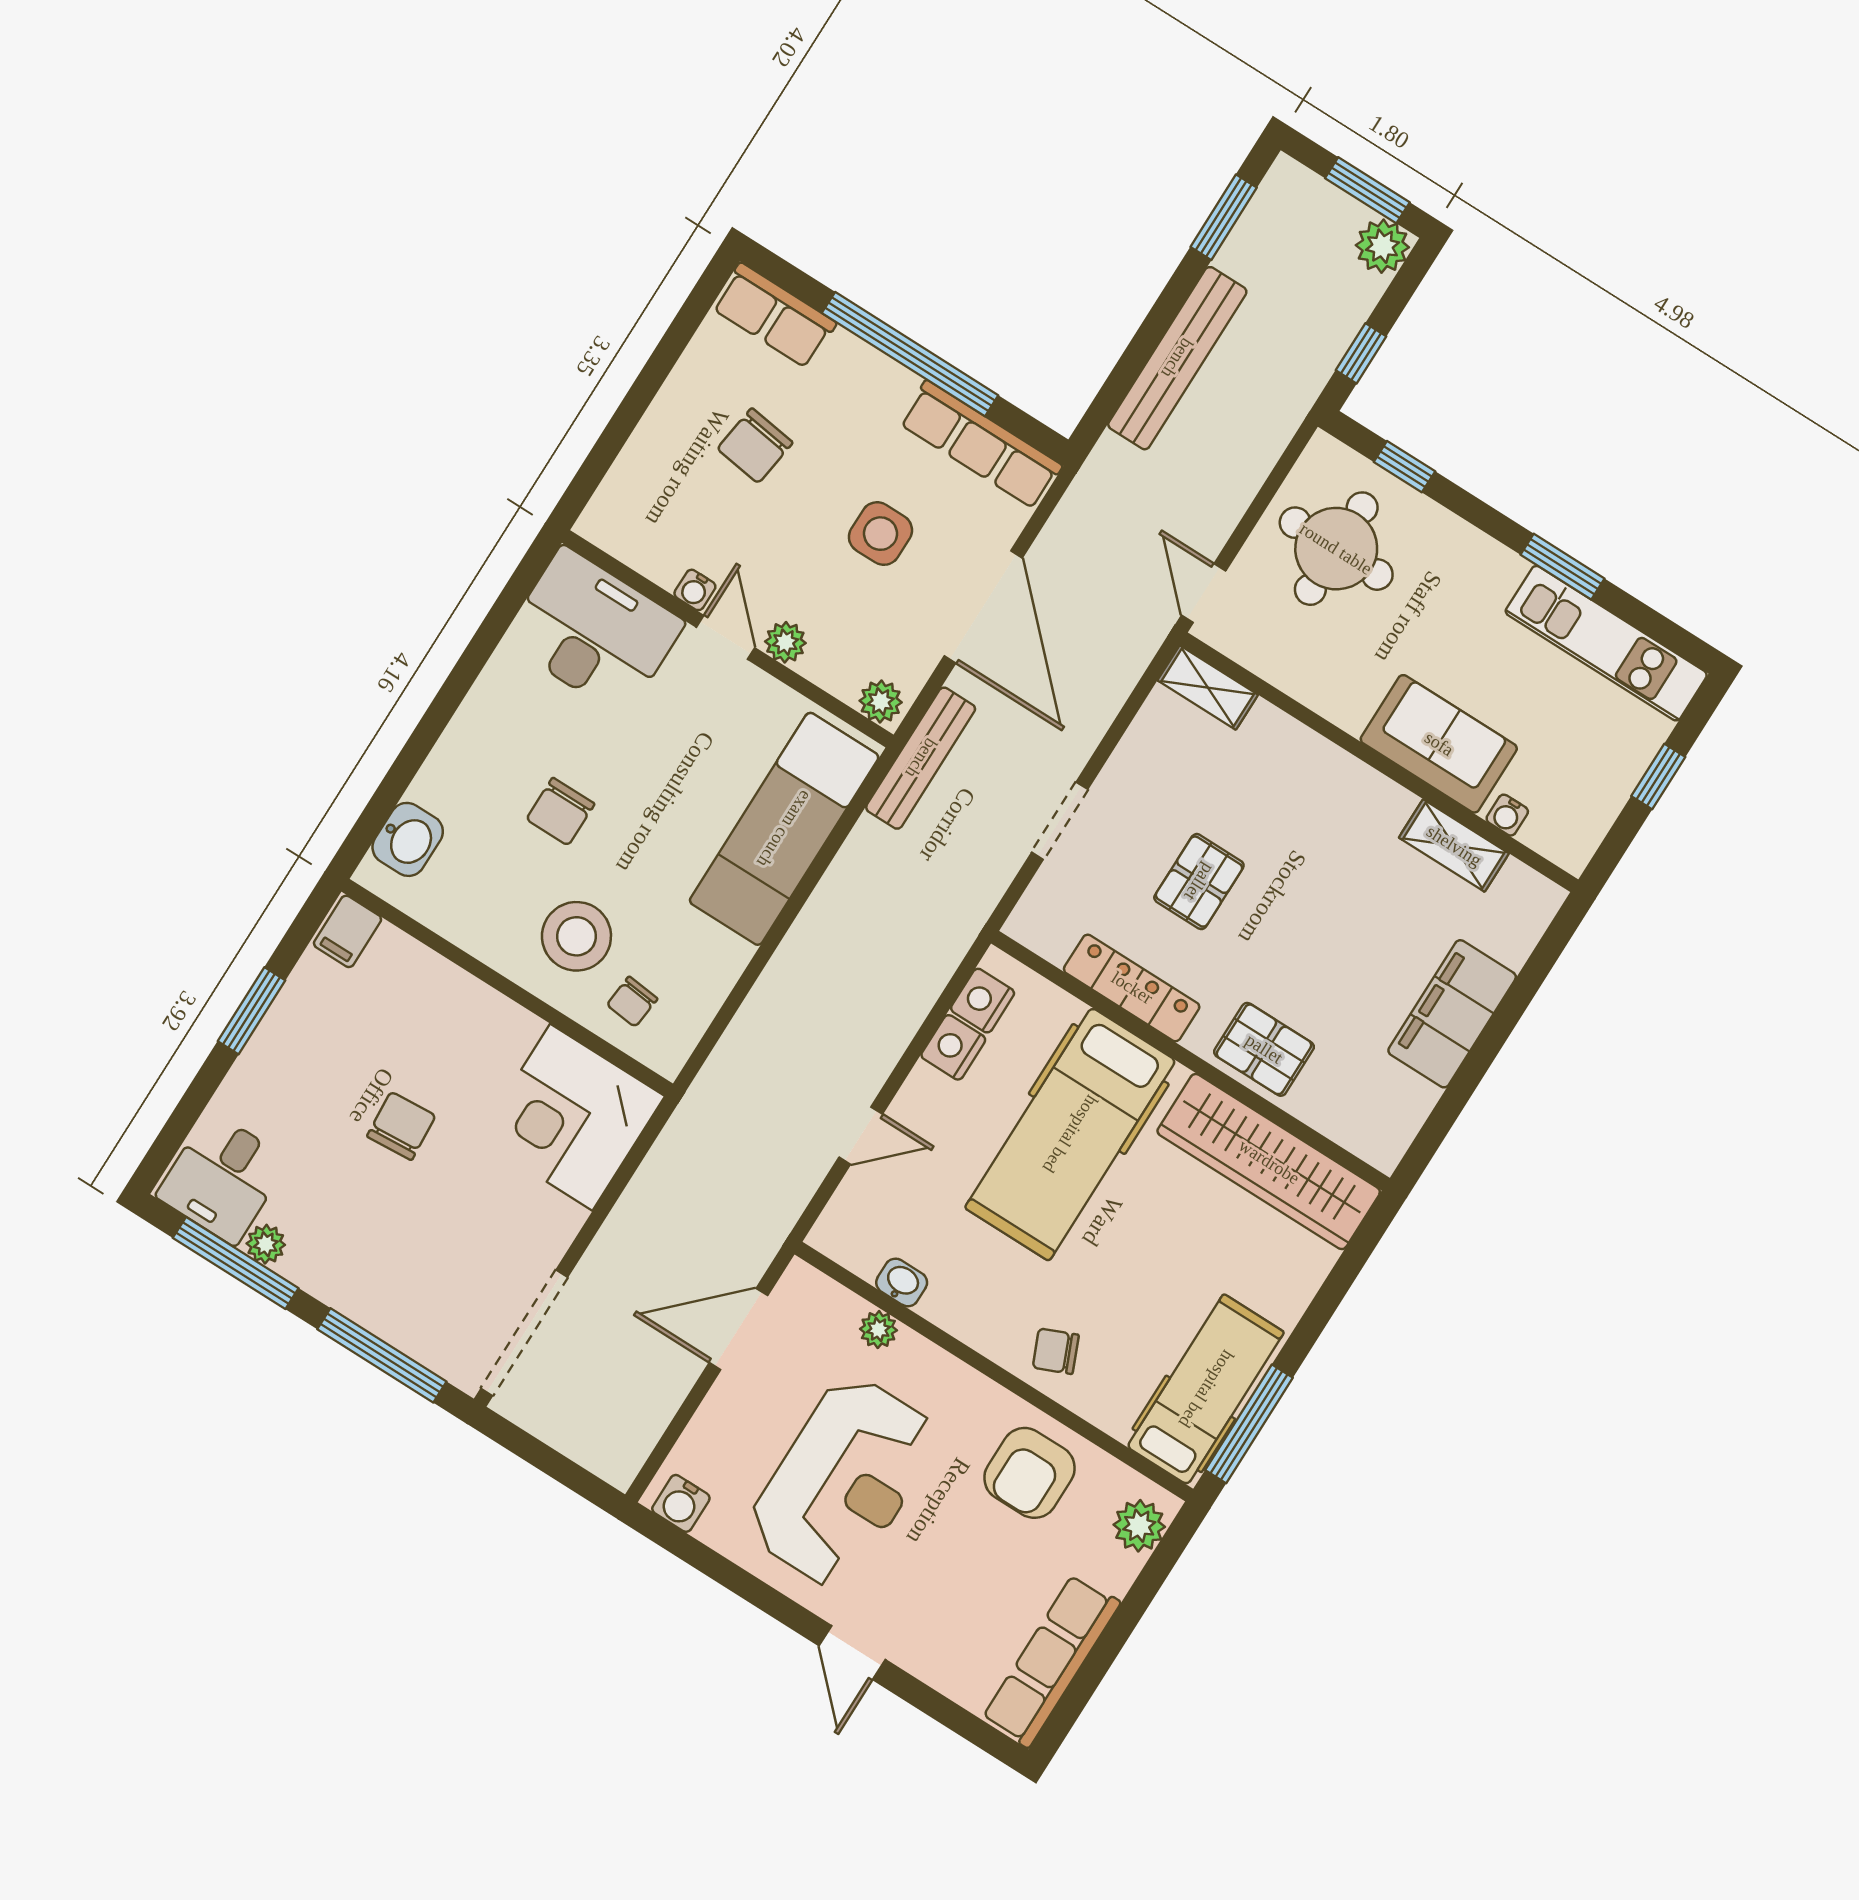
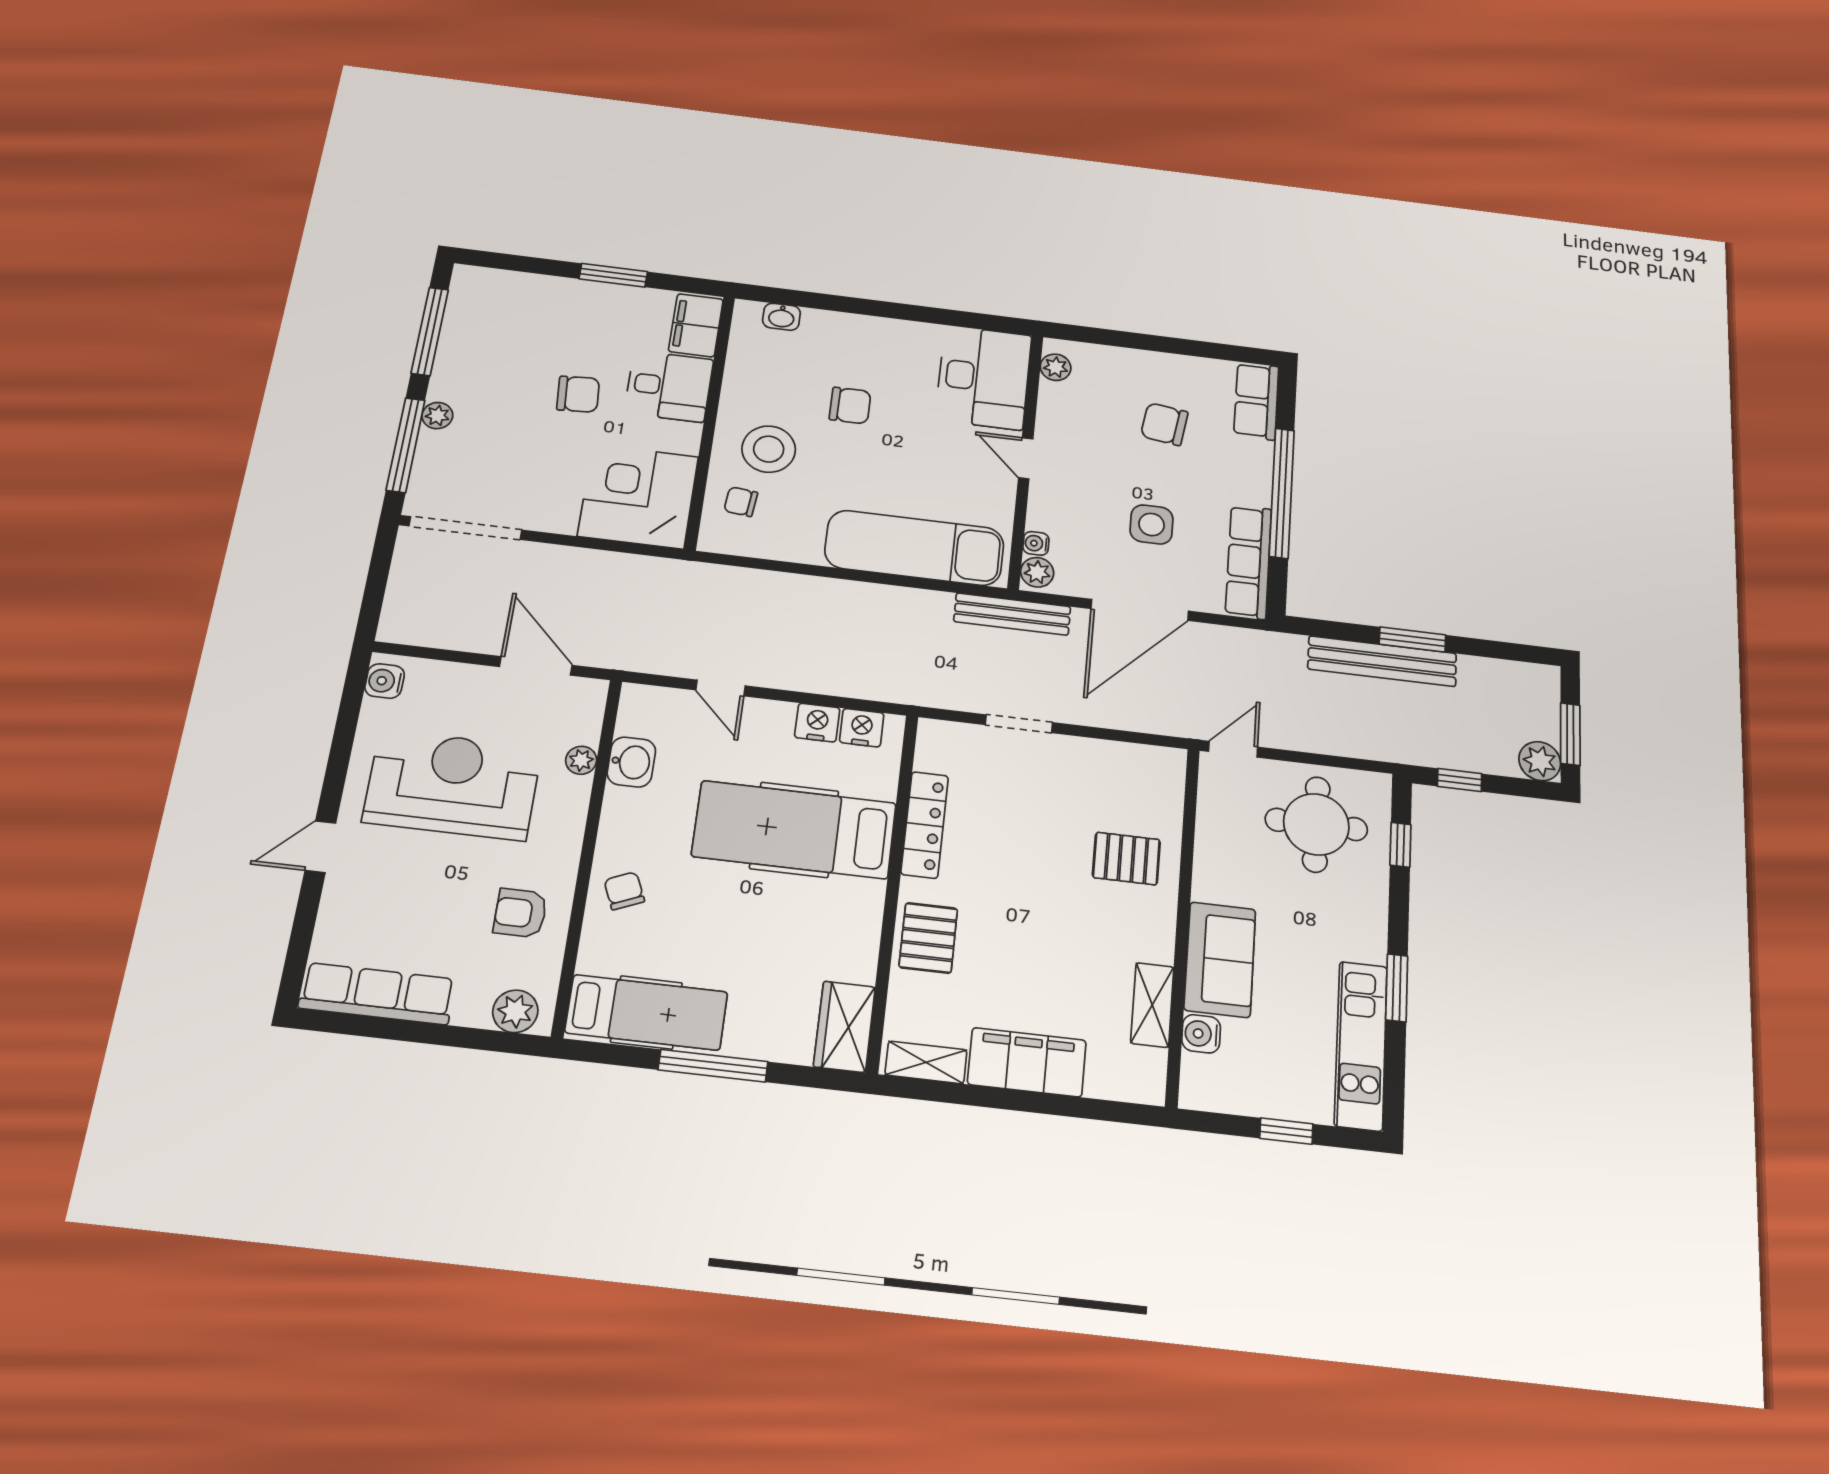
window: (1224, 217) -> (1412, 640), moved
water cooler: (695, 590) -> (1036, 543), moved
door: (726, 637) -> (1026, 458), swing flipped
plant: (785, 642) -> (1056, 367), moved
shelving: (1208, 688) -> (926, 1062), moved, turned 90
chair: (560, 812) -> (850, 406), turned 180
water cooler: (1507, 815) -> (1201, 1034), width x1.38, depth x1.38
washbasin: (408, 839) -> (781, 317), width x0.72, depth x0.69
pallet: (1199, 882) -> (1126, 859), moved
filing cabinet: (348, 931) -> (696, 325), width x2.00
wardrobe: (1269, 1162) -> (844, 1027), width x0.48, depth x0.85
desk: (223, 1178) -> (669, 386), moved, turned 180
plant: (266, 1244) -> (437, 416), moved
washbasin: (902, 1282) -> (631, 762), width x1.38, depth x1.45
window: (1249, 1424) -> (713, 1066), moved
armchair: (1030, 1473) -> (520, 913), width x0.72, depth x0.72
reception desk: (843, 1482) -> (453, 785), turned 180

